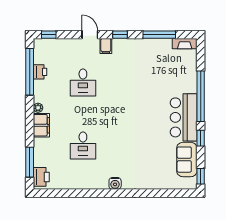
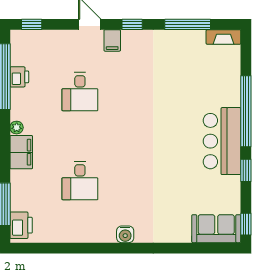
sofa: (187, 160) -> (216, 229), moved, turned 90

